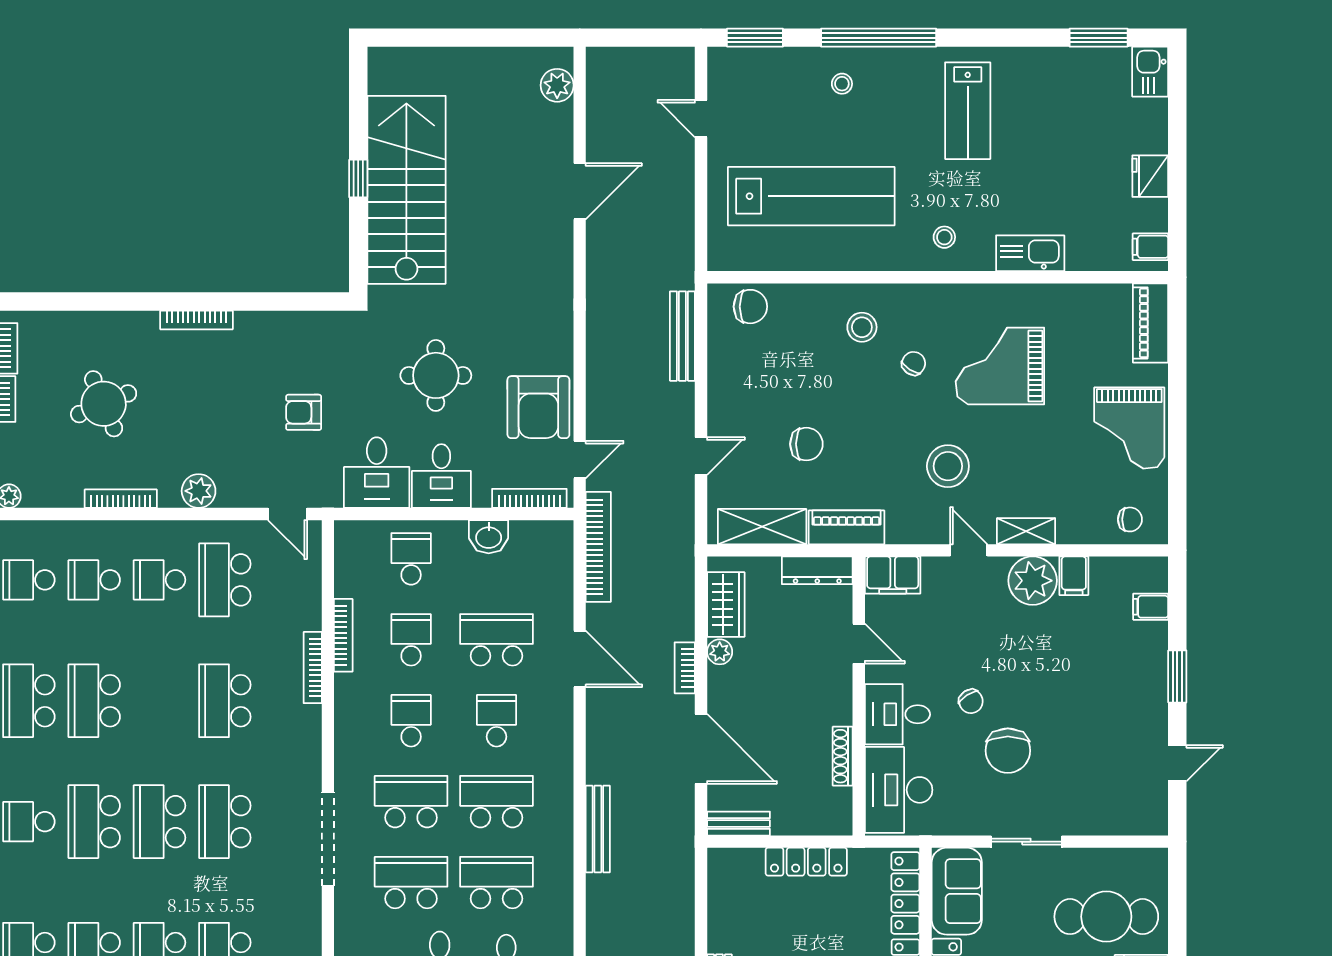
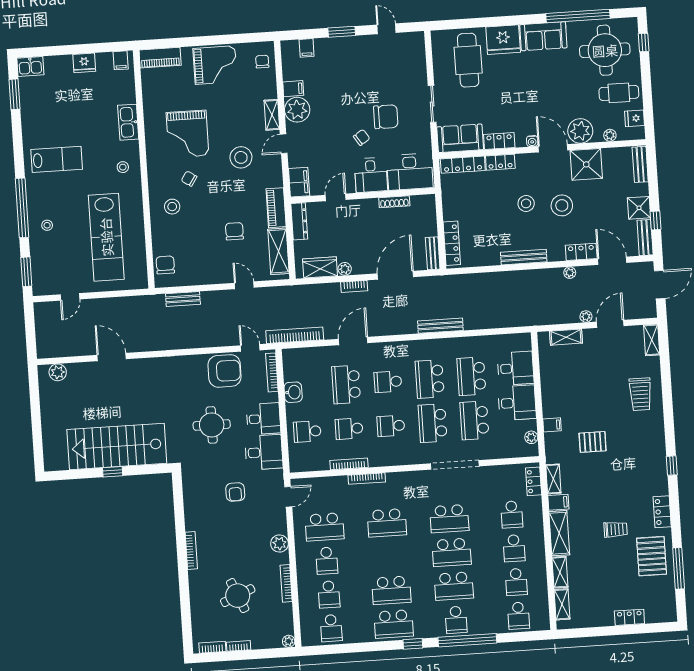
lab bench: (811, 196) -> (106, 237), turned 180
bench: (682, 336) -> (183, 299), width x0.73
locker: (806, 862) -> (452, 243), moved

